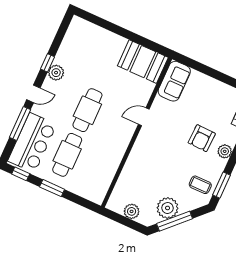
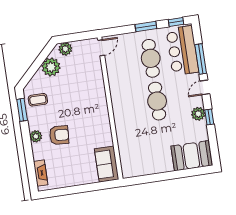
booth: (143, 62) -> (191, 156), moved
door: (144, 117) -> (101, 48), moved
armchair: (202, 138) -> (59, 135), turned 92
plant: (132, 211) -> (65, 49), moved
window: (175, 221) -> (40, 61), removed

